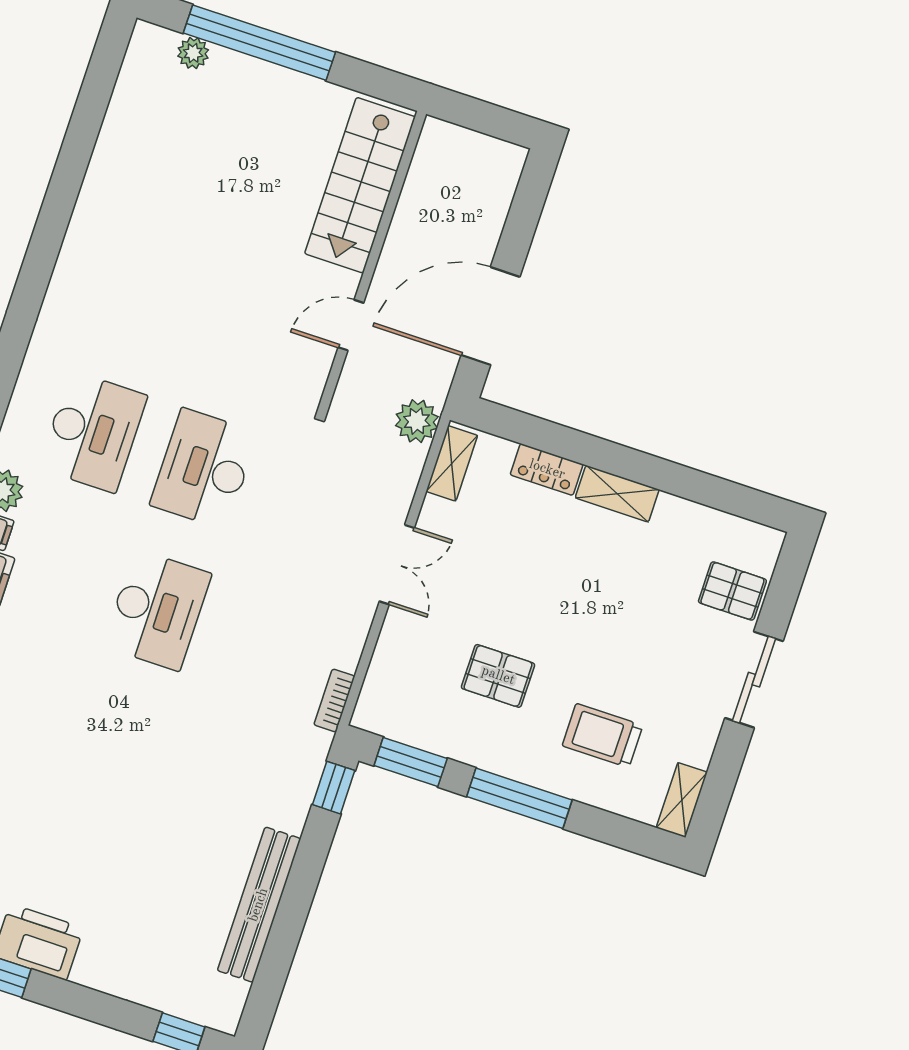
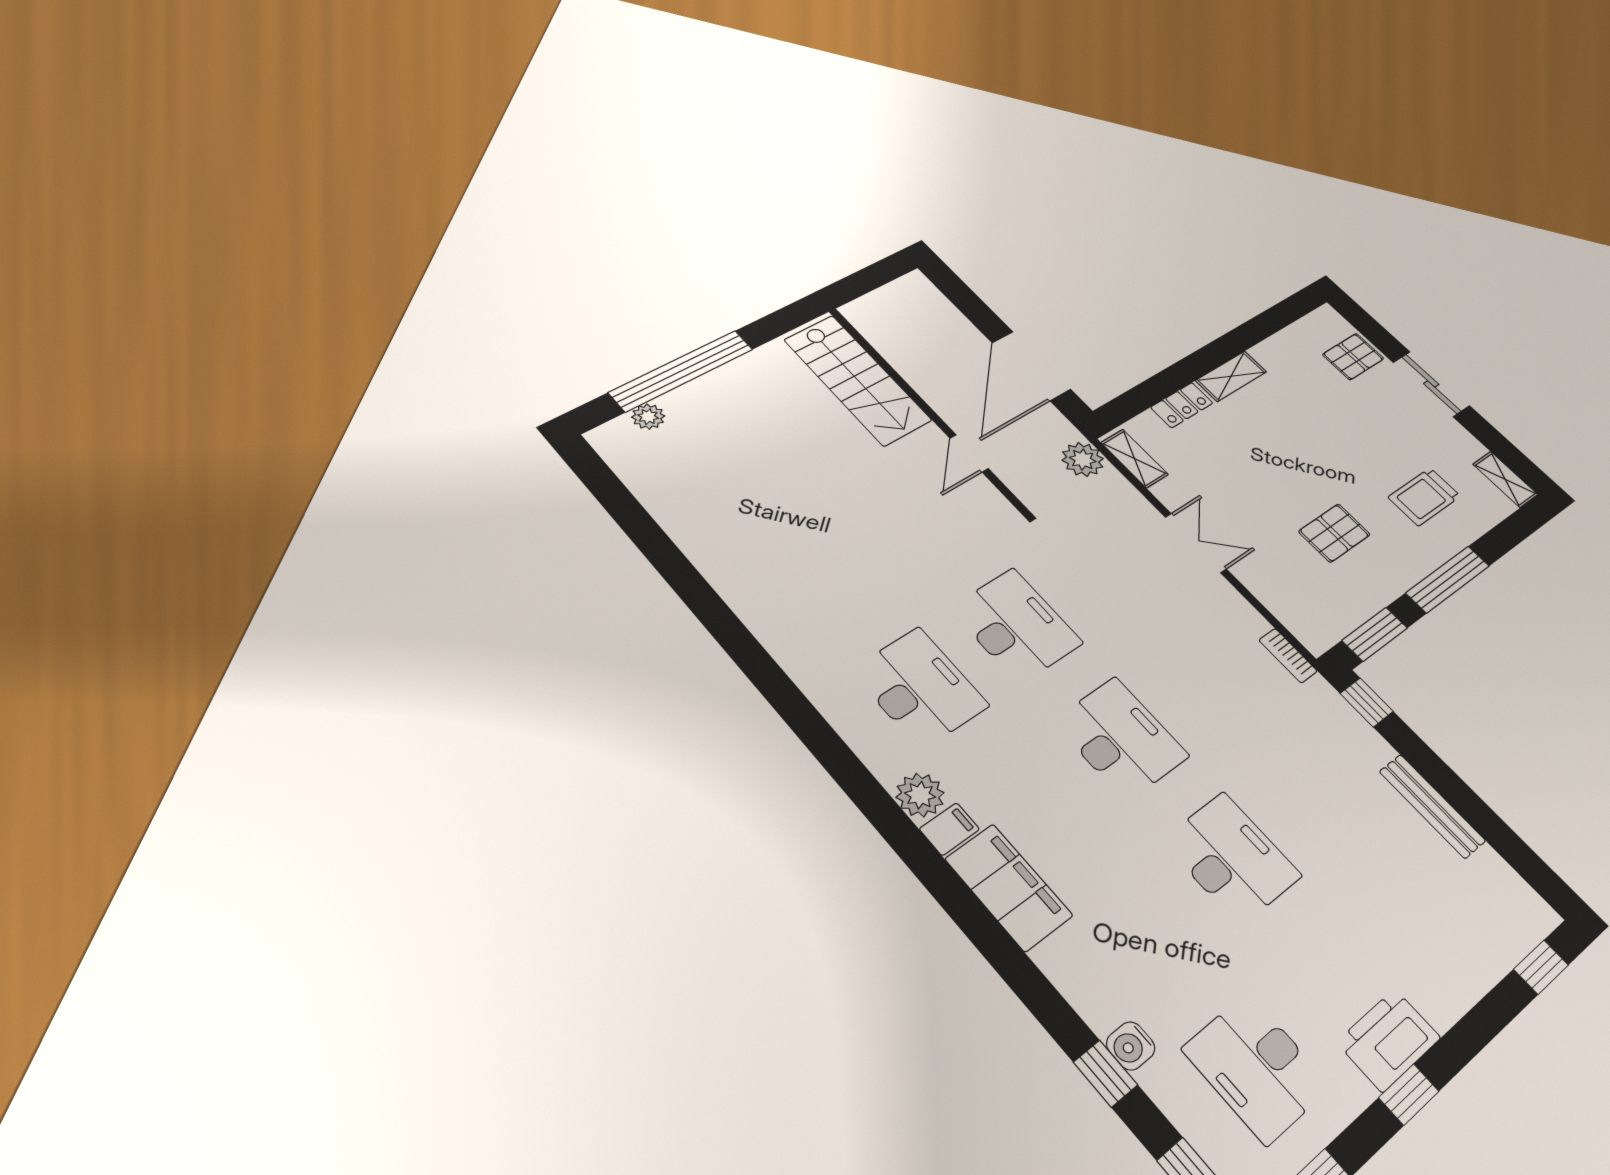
desk: (204, 469) -> (1016, 626), turned 180
desk: (110, 751) -> (1232, 858), added
bench: (259, 905) -> (1432, 806), width x0.73, depth x0.82

